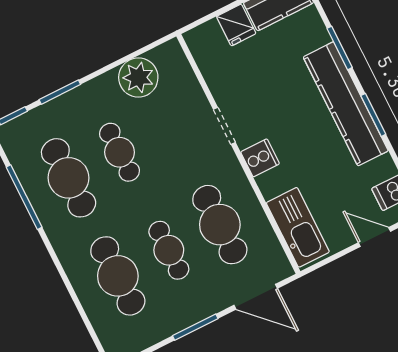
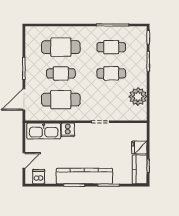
cooker: (260, 158) -> (68, 130), moved
cafe table: (69, 178) -> (111, 47), width x0.73, depth x0.74

